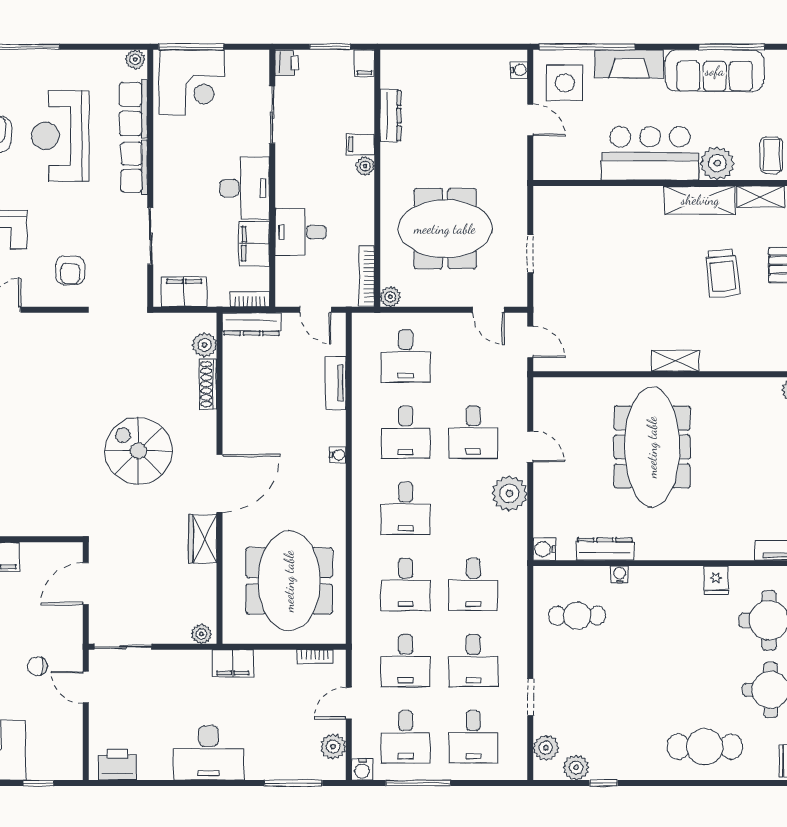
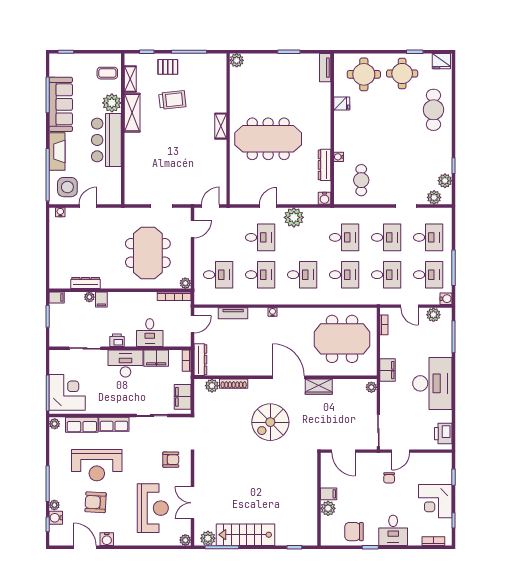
printer: (287, 63) -> (117, 340), moved
plant: (365, 166) -> (89, 297), moved
desk: (209, 753) -> (432, 383), width x1.36, depth x1.30

